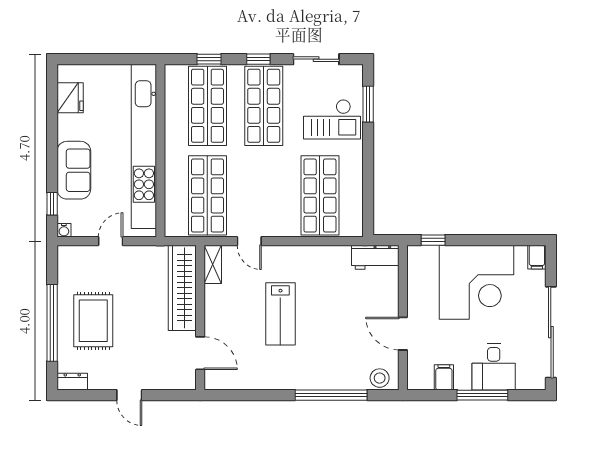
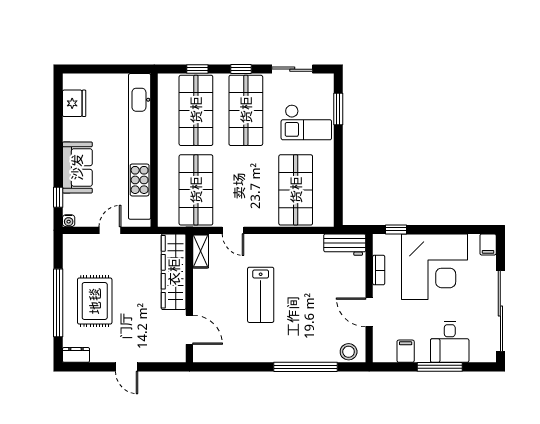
bookcase: (414, 286) -> (379, 270), added

